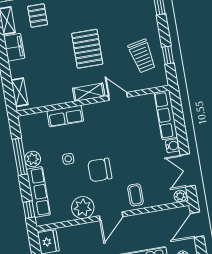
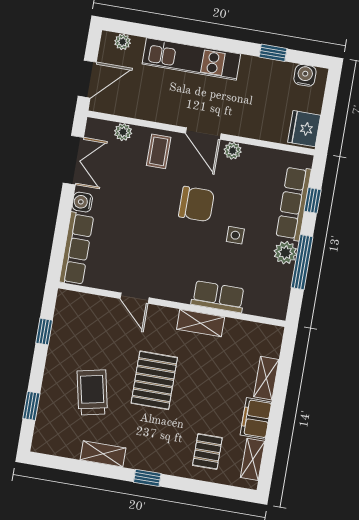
trolley: (142, 56) -> (92, 392), moved
shelving: (20, 92) -> (266, 378), moved
shelving: (89, 92) -> (201, 323), moved
plant: (180, 196) -> (123, 132), moved
plant: (83, 208) -> (233, 151), width x0.53, depth x0.53
window: (29, 210) -> (313, 200), moved
door: (111, 216) -> (203, 133), swing flipped

